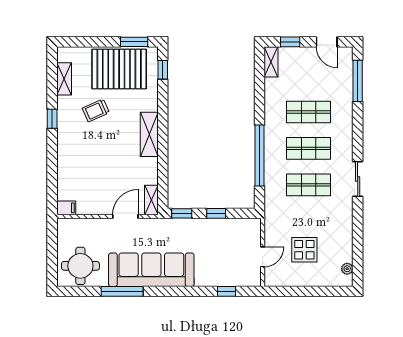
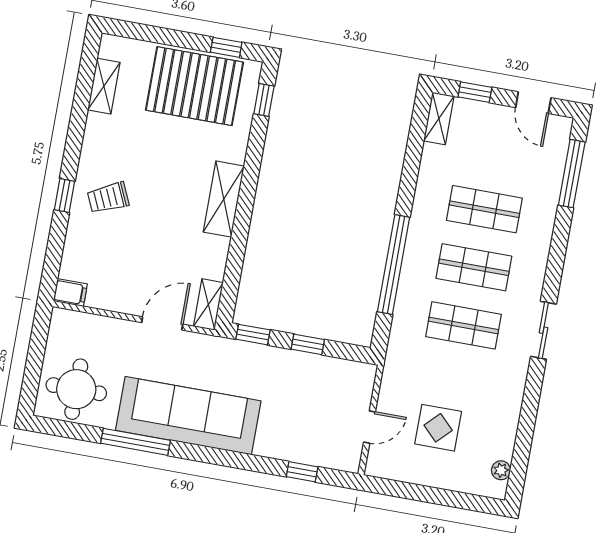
window: (134, 42) -> (226, 47), width x0.67
trolley: (96, 110) -> (108, 198), moved
window: (52, 119) -> (64, 196), moved

